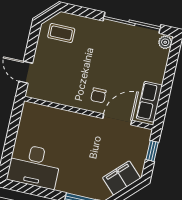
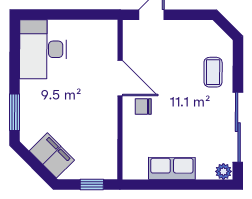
coffee table: (61, 33) -> (213, 72), moved
row of seats: (149, 102) -> (172, 168), moved
door: (117, 119) -> (120, 78), moved

